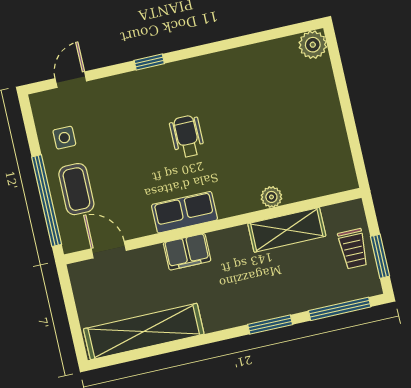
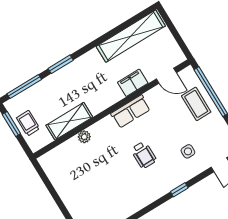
side table: (64, 138) -> (188, 151), moved
filing cabinet: (187, 252) -> (133, 83), moved

